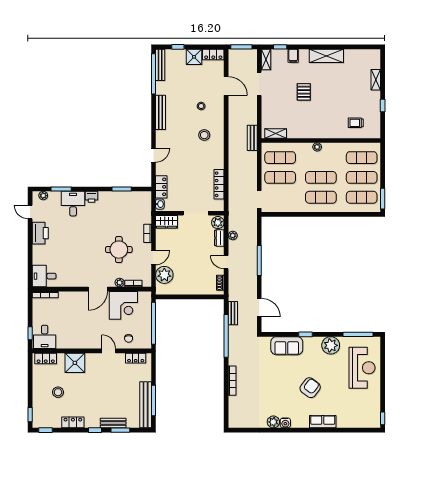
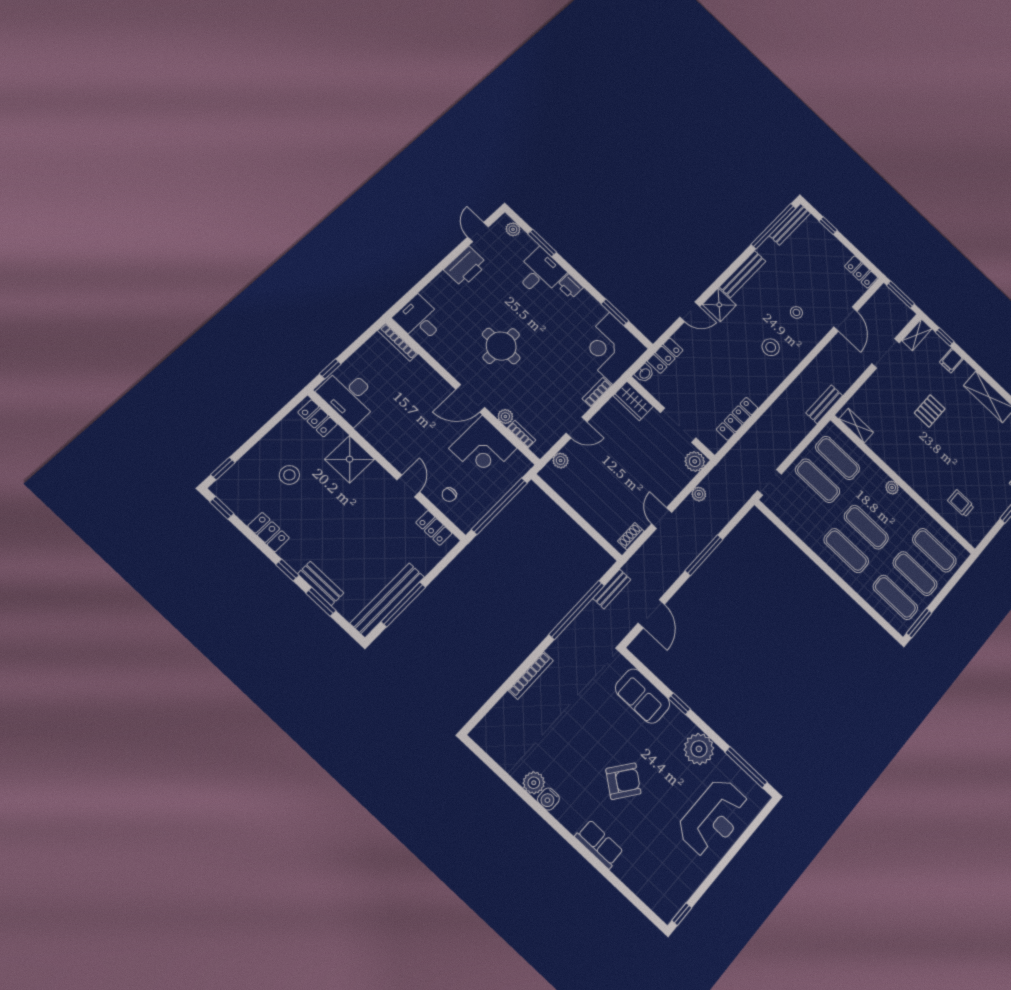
shower: (194, 57) -> (719, 305), moved
corner desk: (135, 207) -> (611, 348), added
dresser: (219, 238) -> (680, 481), removed
round table: (119, 250) -> (501, 346), moved
plant: (164, 275) -> (561, 461), width x0.53, depth x0.53
desk: (45, 337) -> (349, 396), width x1.37

